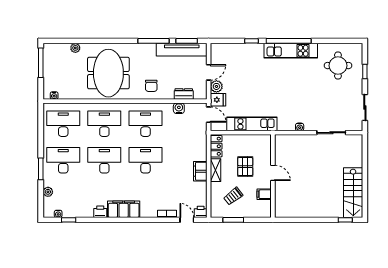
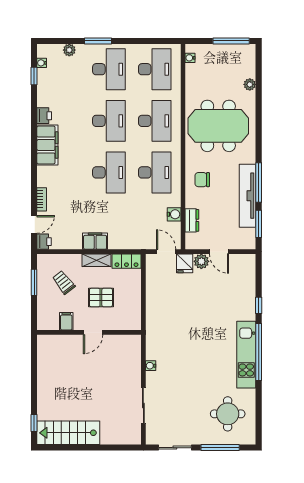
tv unit: (182, 50) -> (248, 196), moved
window: (365, 72) -> (220, 448), width x2.17
door: (209, 115) -> (166, 252), swing flipped
kitchen unit: (252, 124) -> (154, 306), removed

